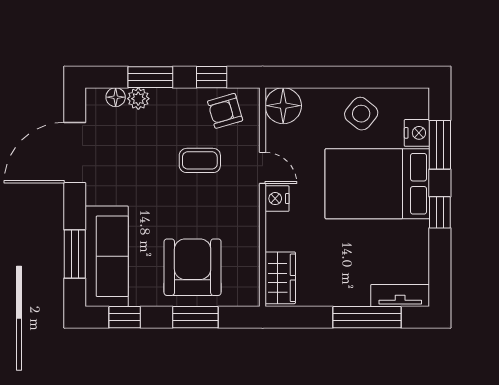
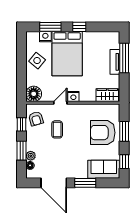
window: (75, 254) -> (85, 183), moved
sofa: (107, 256) -> (104, 169), width x0.73
tv unit: (400, 296) -> (115, 62), moved

